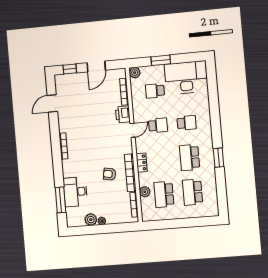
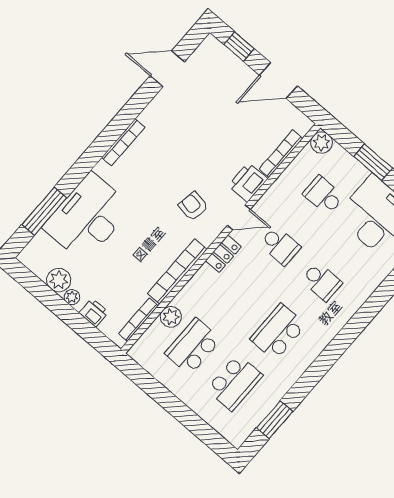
window: (219, 158) -> (275, 420), moved
locker: (142, 163) -> (223, 254), moved
armchair: (110, 174) -> (193, 206), moved
desk: (75, 192) -> (88, 217), width x1.36, depth x1.30
school desk: (193, 192) -> (235, 382), turned 180
printer: (115, 219) -> (94, 313), added

